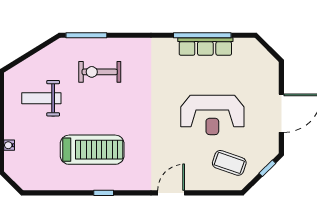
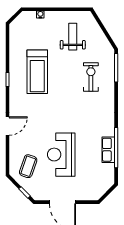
row of seats: (205, 47) -> (108, 150), width x0.68
door: (171, 193) -> (7, 126), hinge flipped

